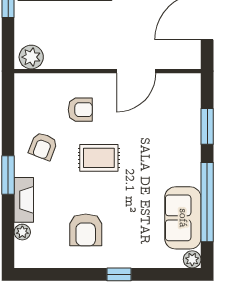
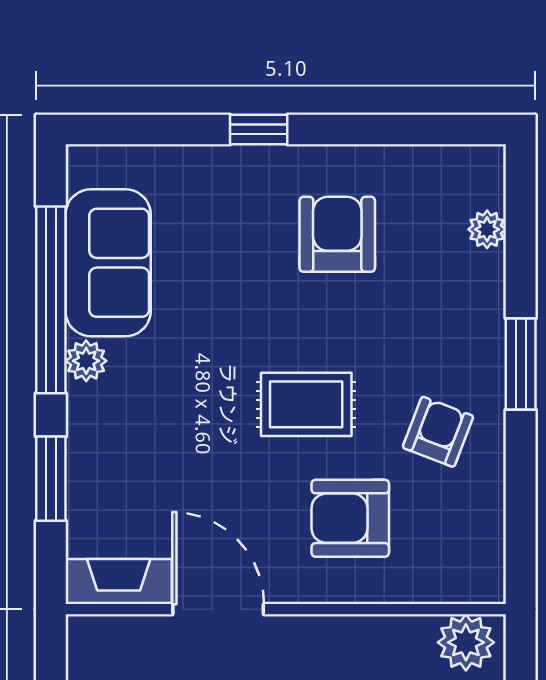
door: (136, 71) -> (218, 609), hinge flipped
armchair: (80, 110) -> (350, 518), width x1.38, depth x1.38
fireplace: (24, 200) -> (119, 582), moved, turned 90
plant: (192, 259) -> (86, 361), moved

